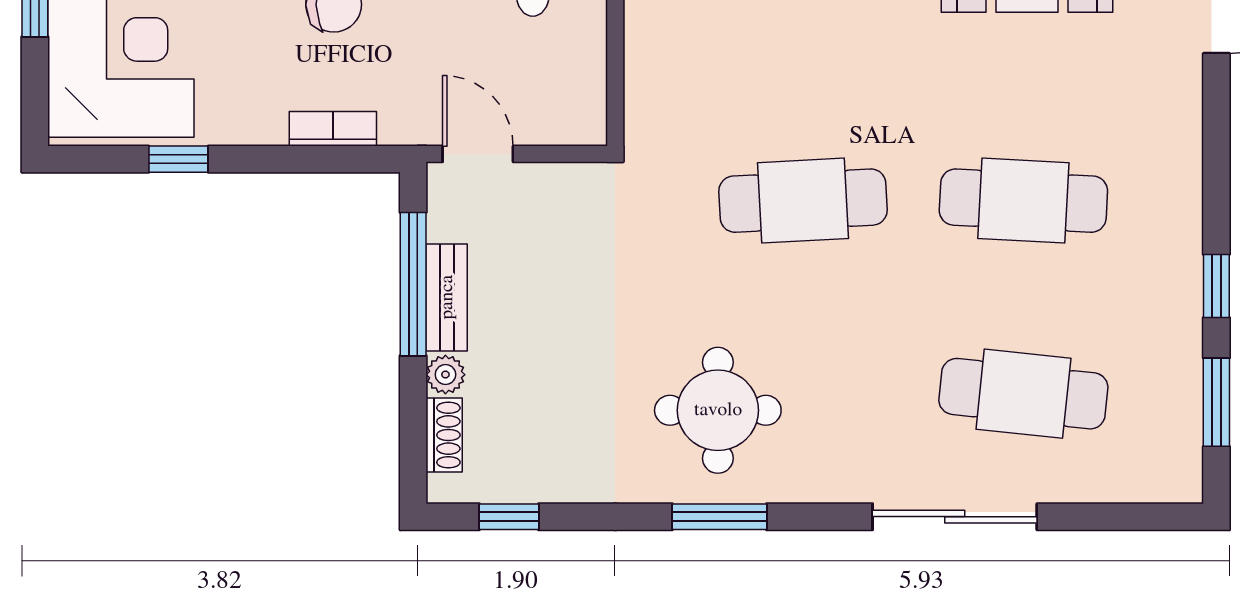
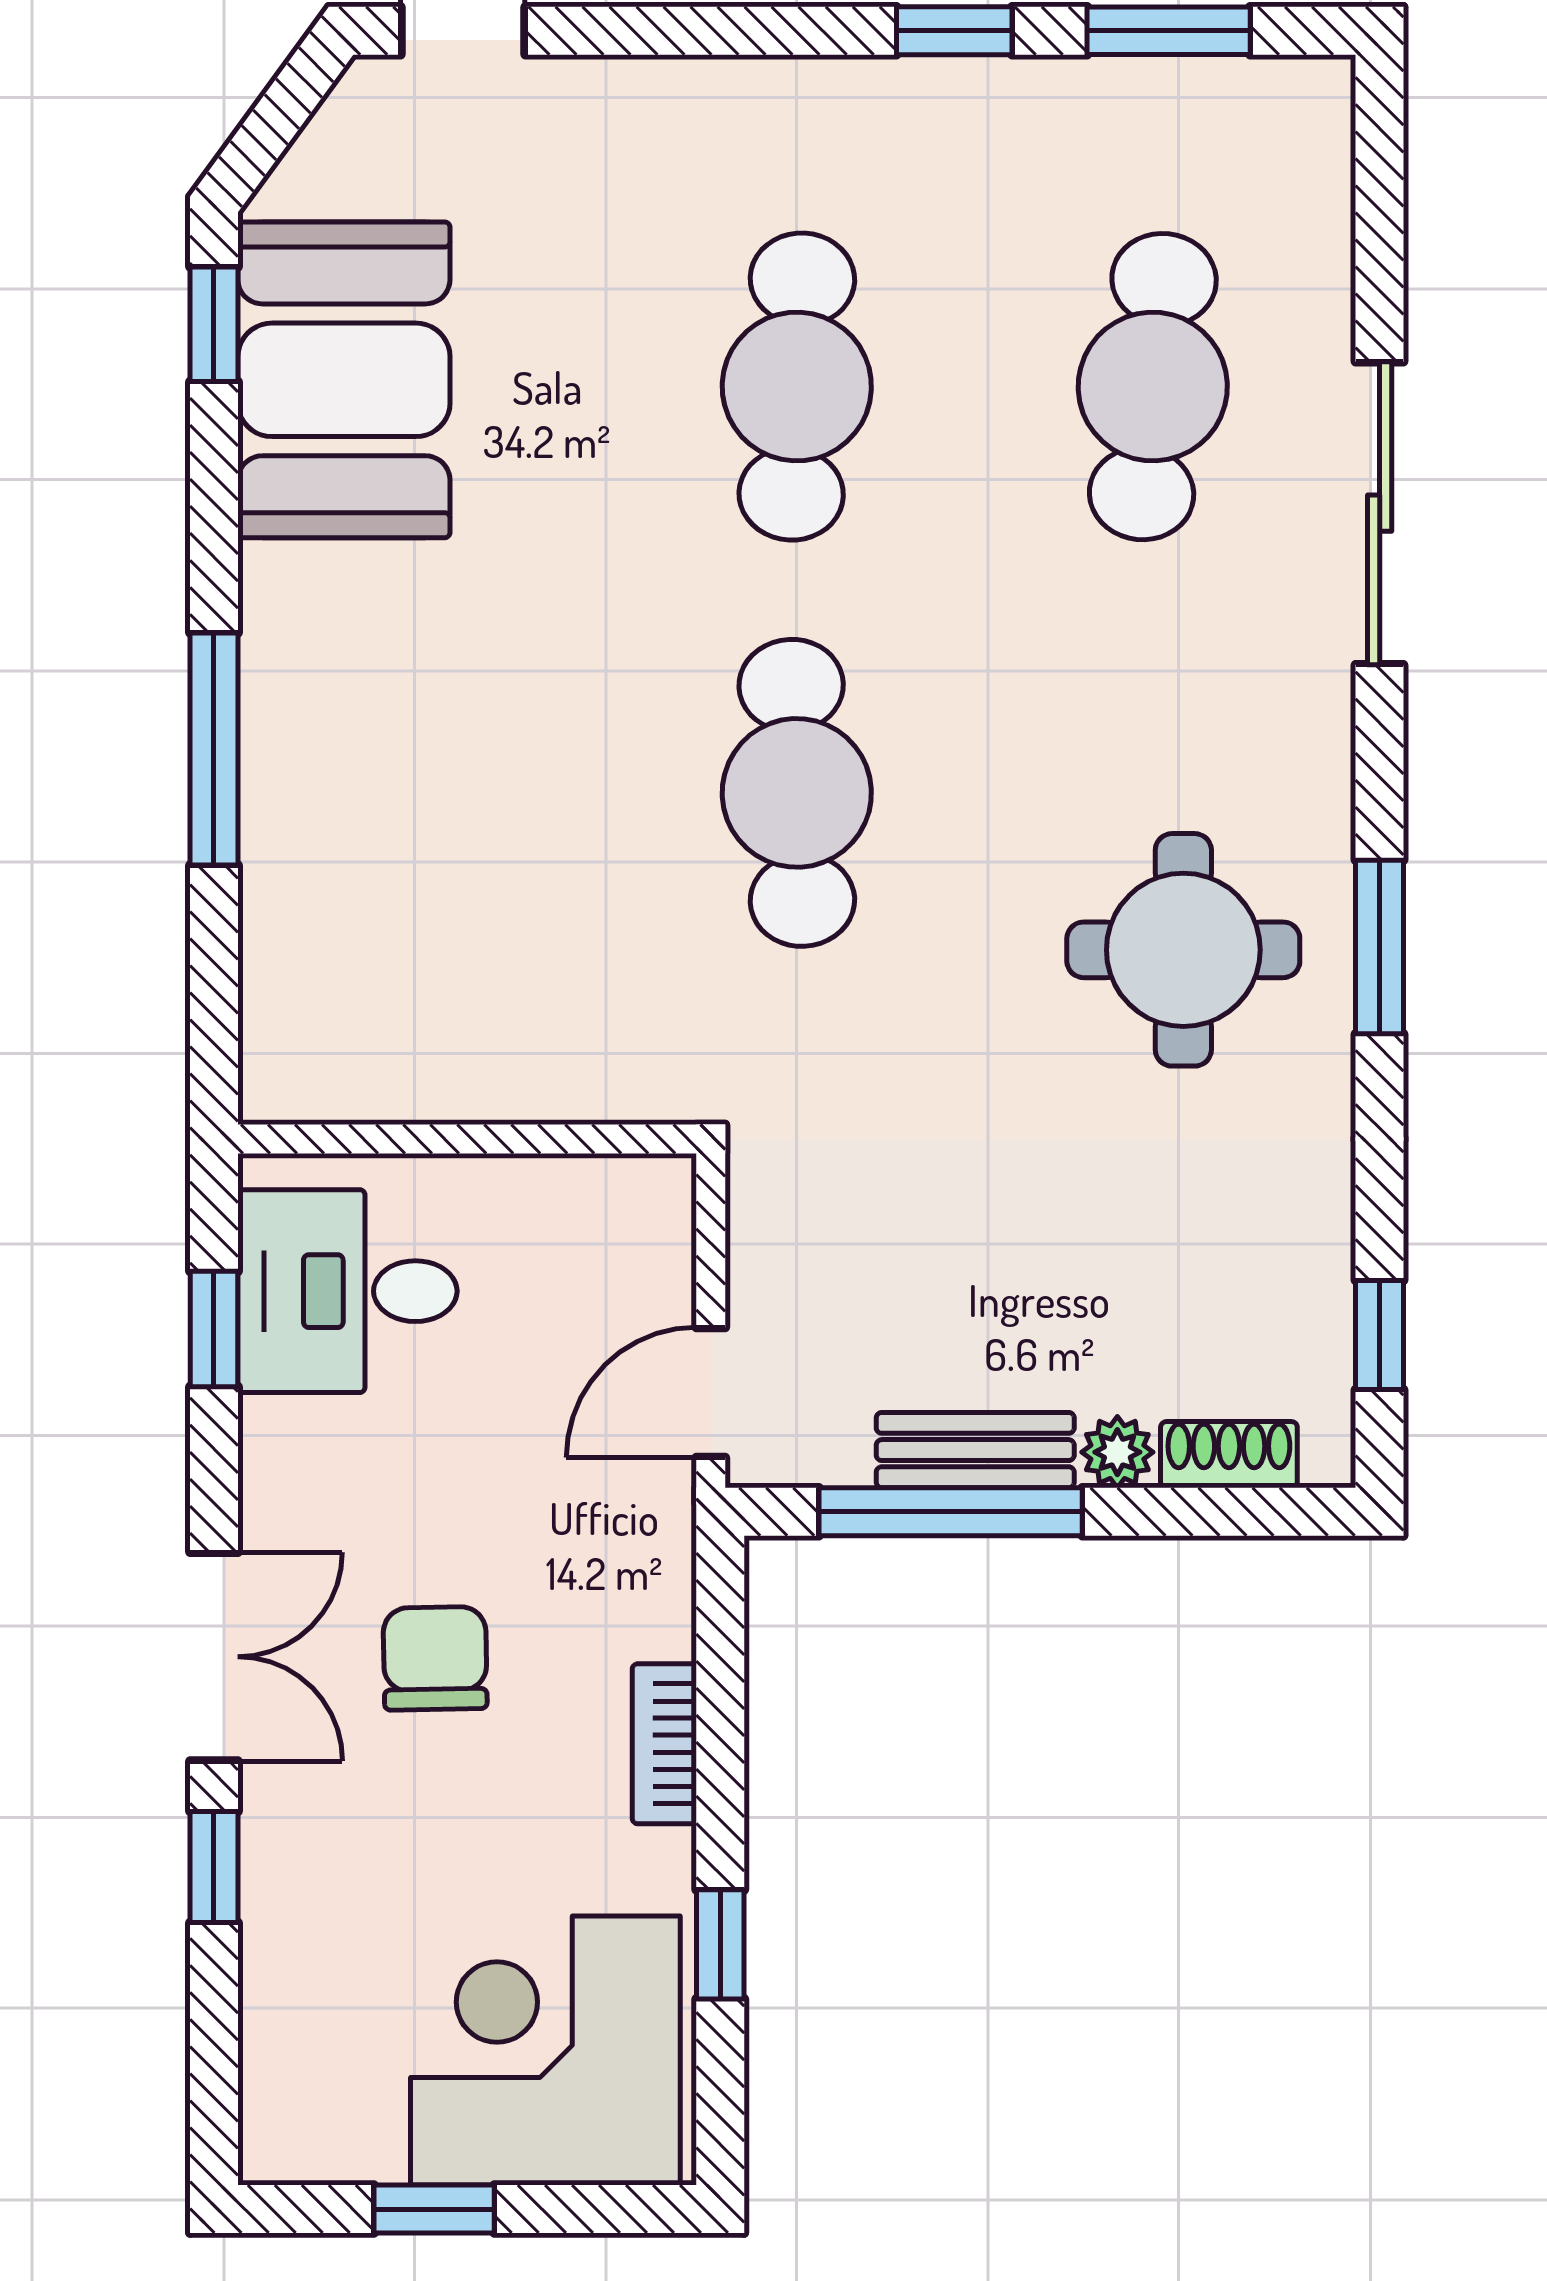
bookcase: (333, 129) -> (664, 1744), moved

